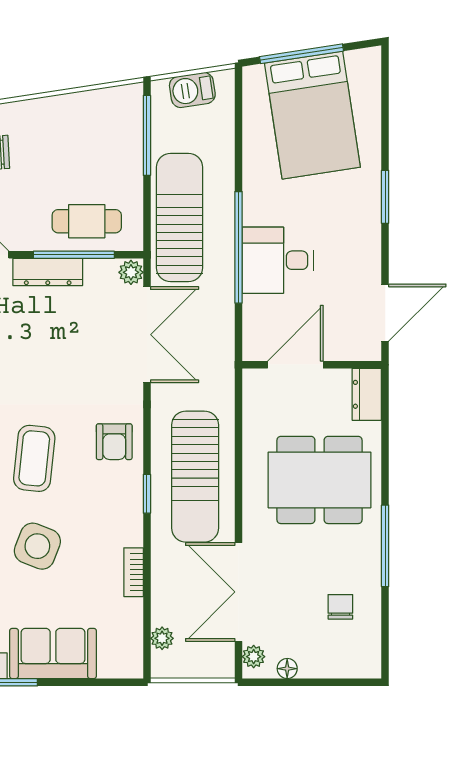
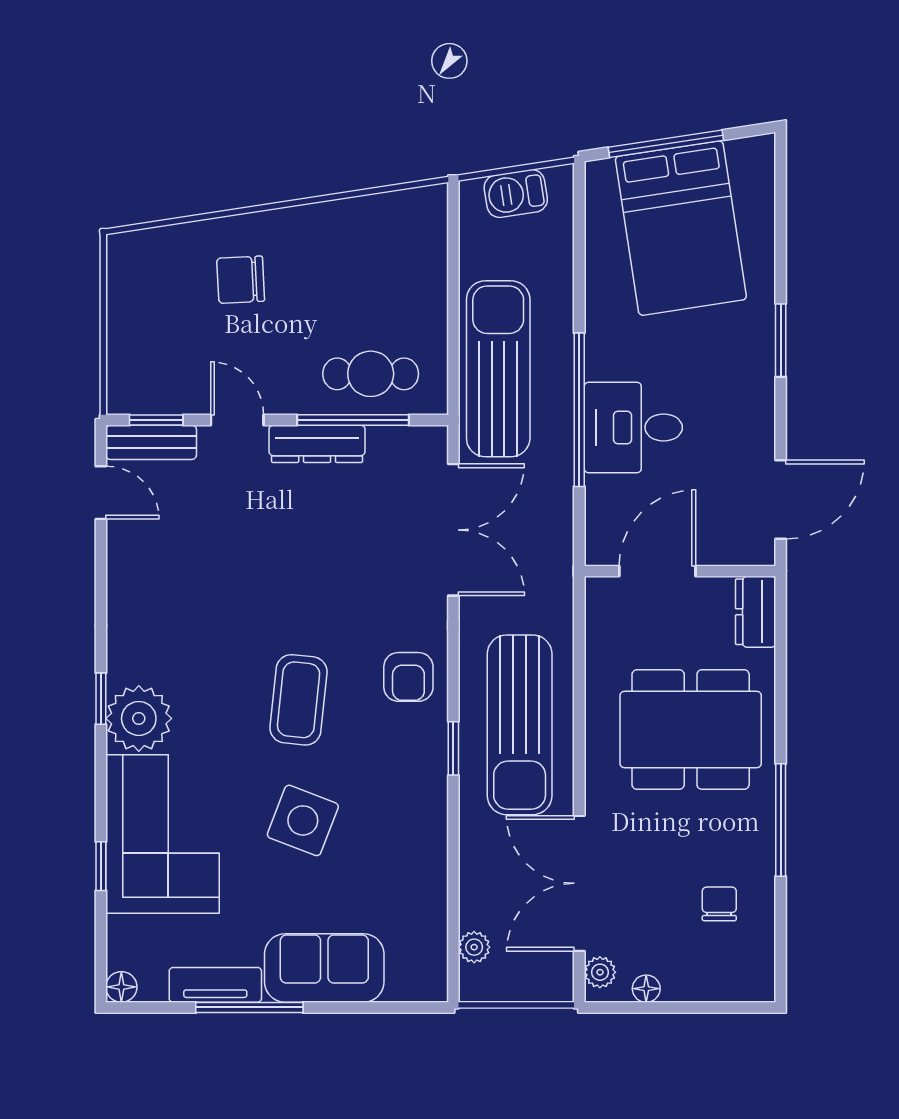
window: (147, 135) -> (453, 256), removed
plant: (131, 272) -> (431, 444), removed
bookcase: (134, 572) -> (435, 856), removed

